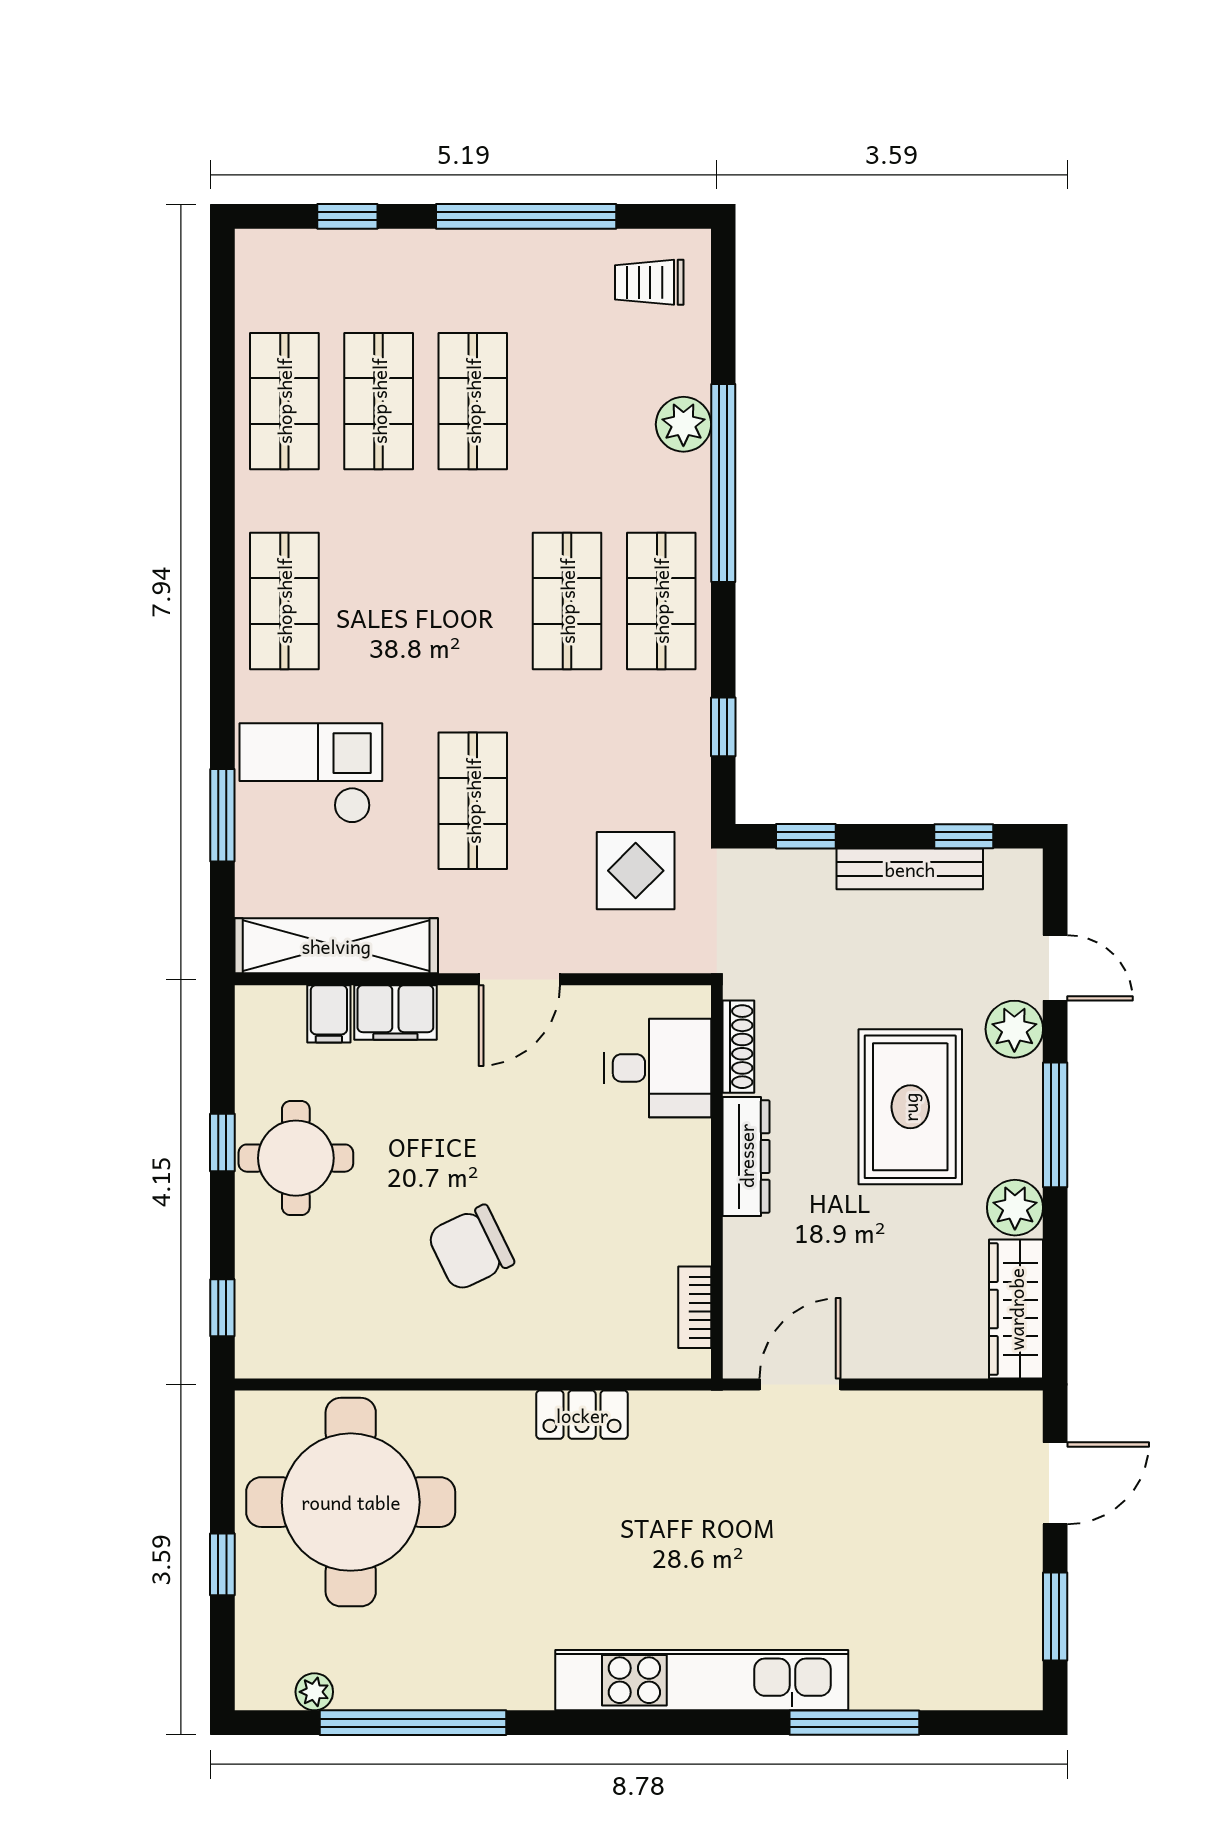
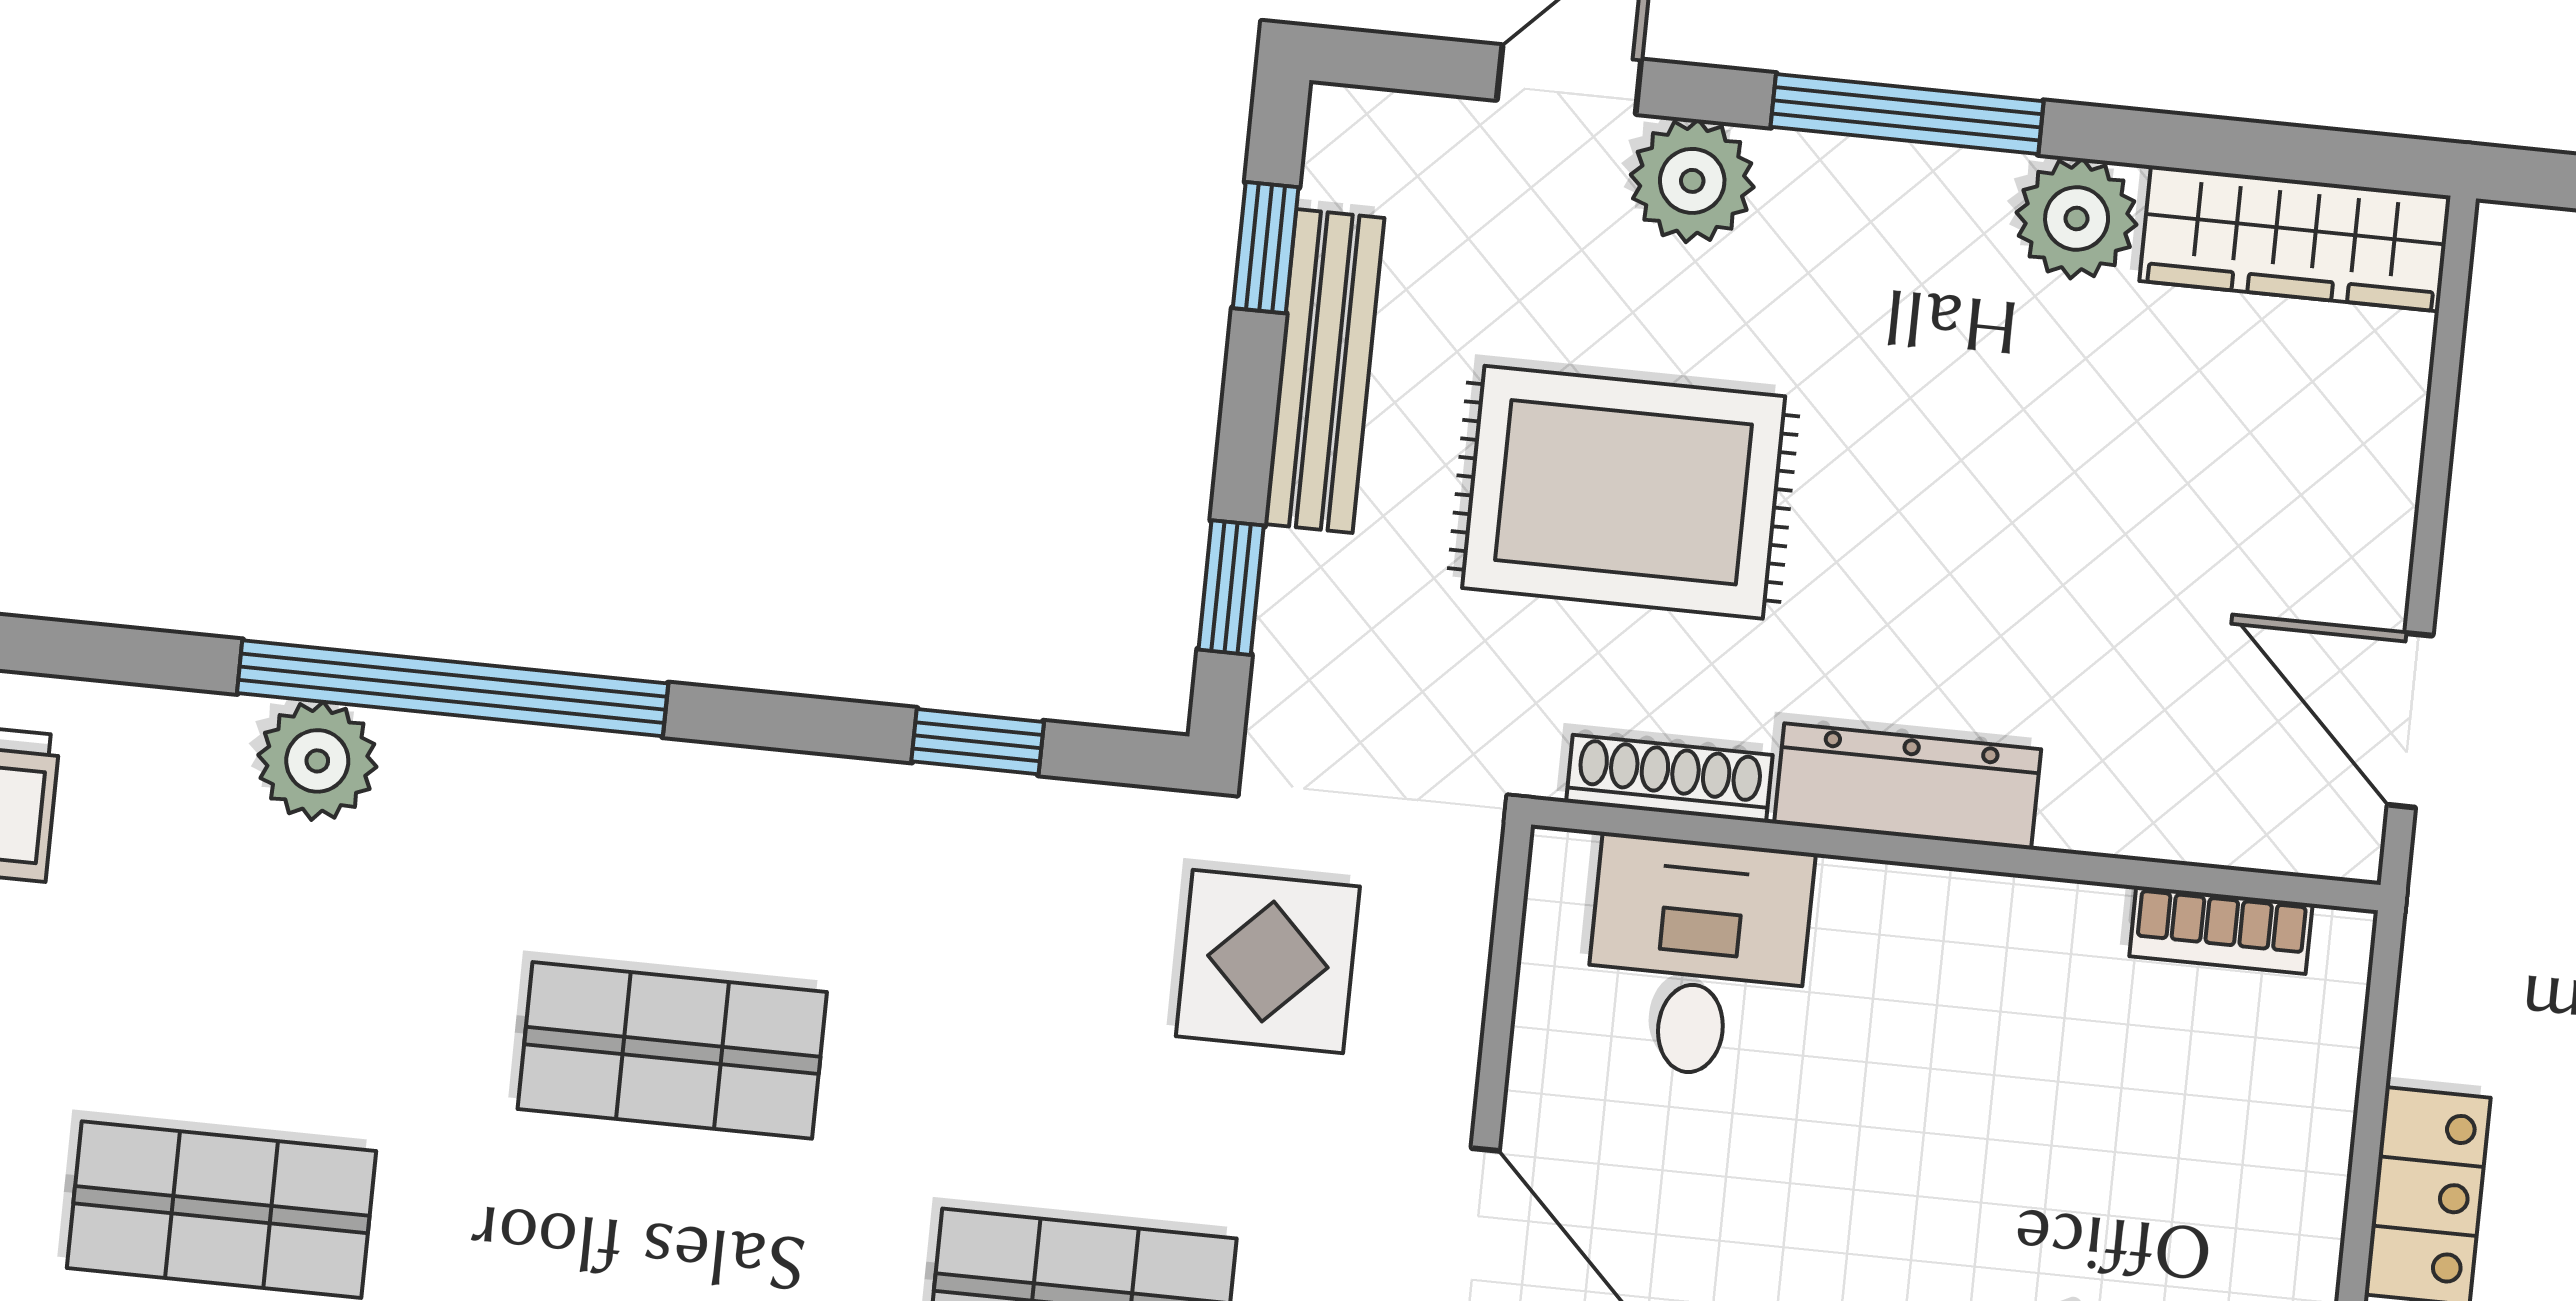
shop shelf: (661, 601) -> (693, 848), removed
rug: (910, 1107) -> (1624, 492), moved

